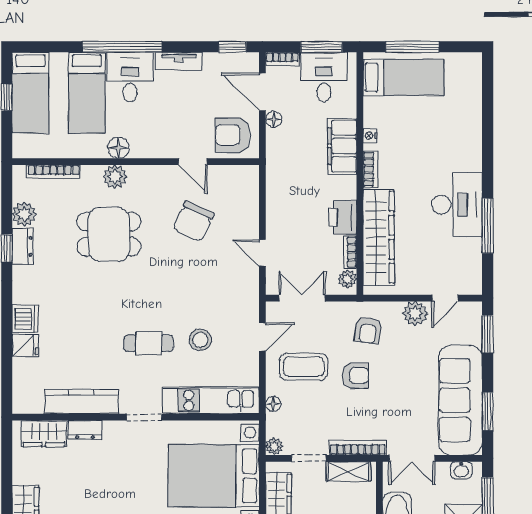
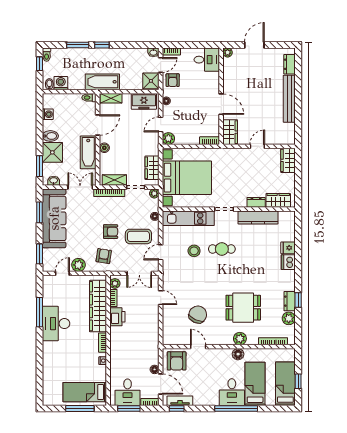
tv unit: (179, 61) -> (180, 401), moved
armchair: (233, 135) -> (177, 361), turned 90
filing cabinet: (342, 146) -> (118, 355), removed
armchair: (355, 376) -> (111, 232), turned 180

